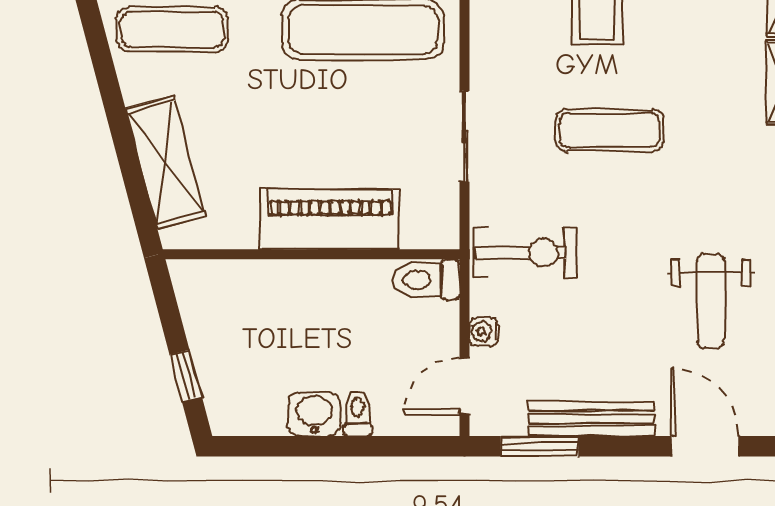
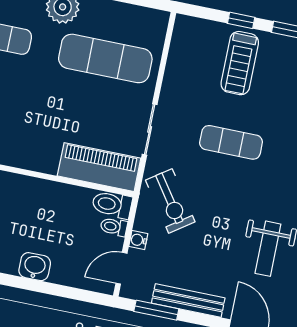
piano: (330, 219) -> (99, 167), moved
exercise bike: (525, 253) -> (170, 201), turned 55
toilet: (358, 413) -> (114, 227), moved, turned -90

